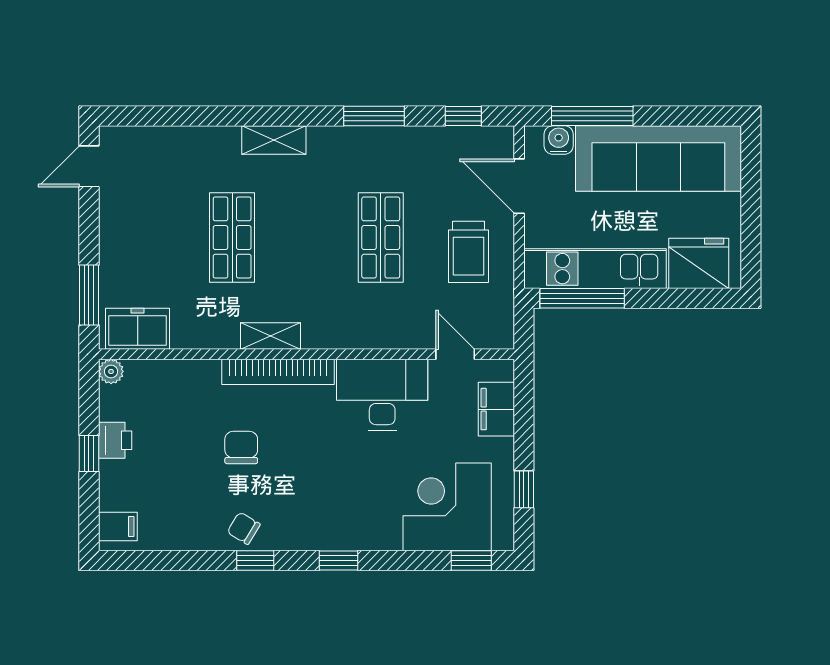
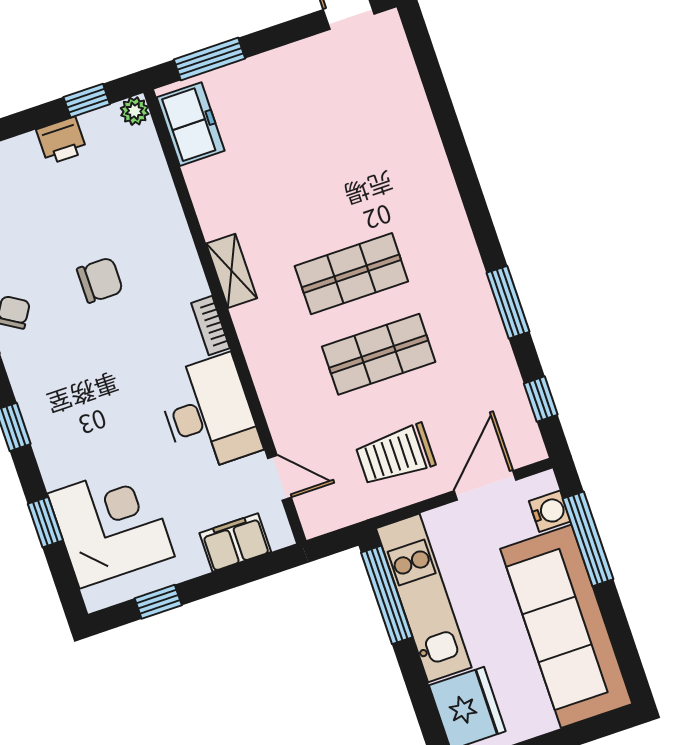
shelving: (274, 140) -> (445, 203), removed
shop shelf: (232, 238) -> (351, 274), moved
door: (455, 354) -> (280, 478), hinge flipped
bookcase: (278, 372) -> (211, 326), width x0.43, depth x0.76
window: (89, 454) -> (87, 101), moved
window: (471, 560) -> (45, 522), moved

